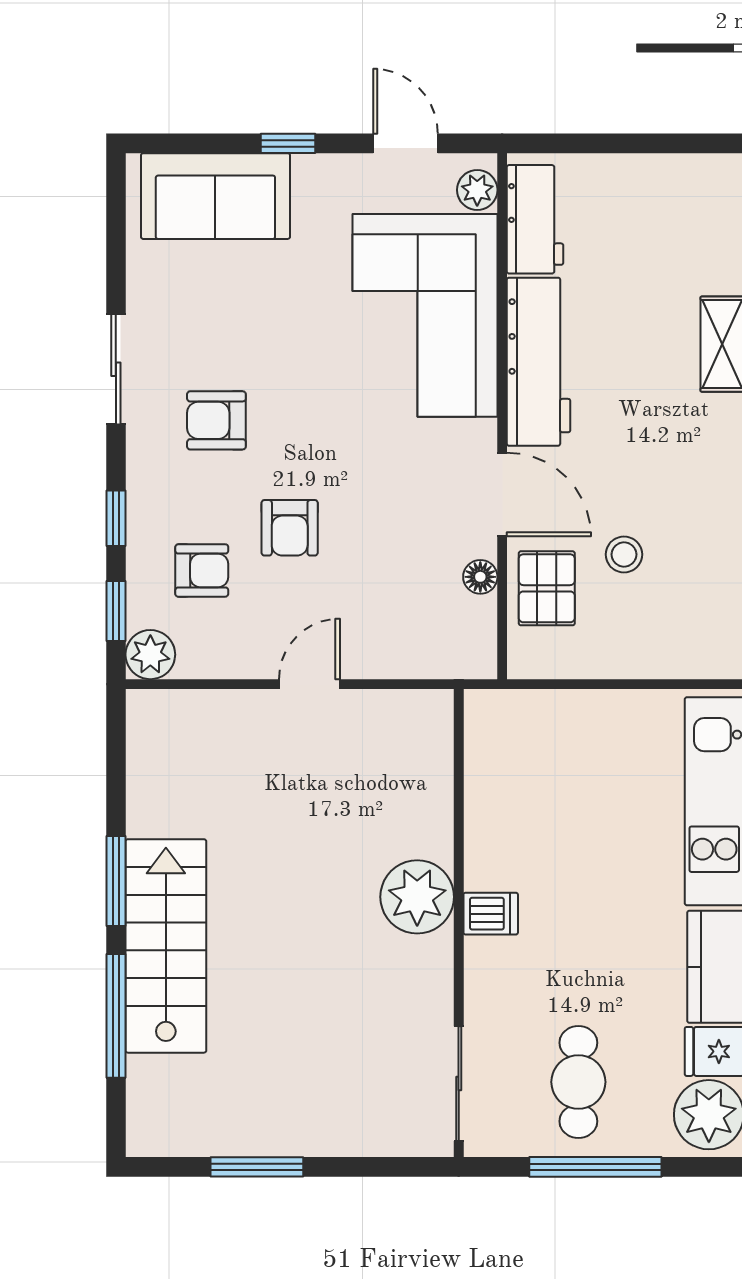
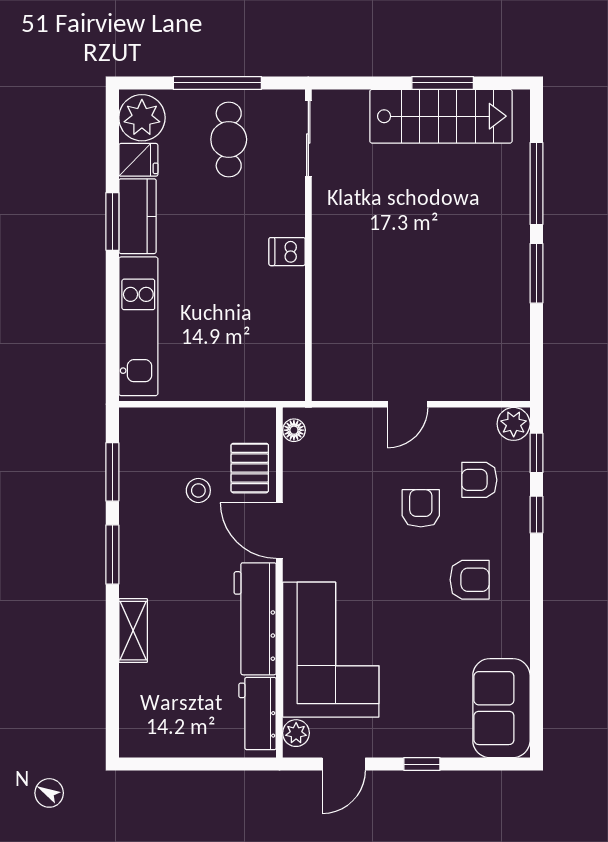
door: (405, 143) -> (344, 764), hinge flipped
sofa: (215, 196) -> (501, 708), moved, turned -90
sliding door: (116, 369) -> (536, 614), removed
floor lamp: (480, 577) -> (294, 430), moved
plant: (417, 897) -> (336, 263), removed
stairs: (166, 946) -> (441, 116), moved, turned -90

